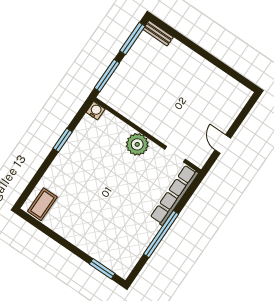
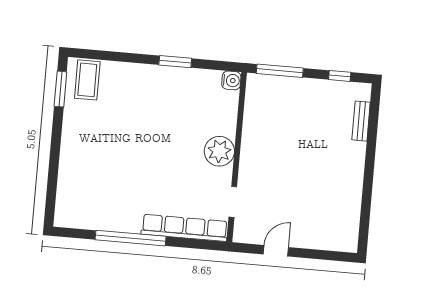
bench: (158, 33) -> (361, 121), moved
window: (132, 38) -> (340, 76), width x0.46
coffee table: (42, 204) -> (87, 80), turned 90
window: (102, 269) -> (60, 89), moved

